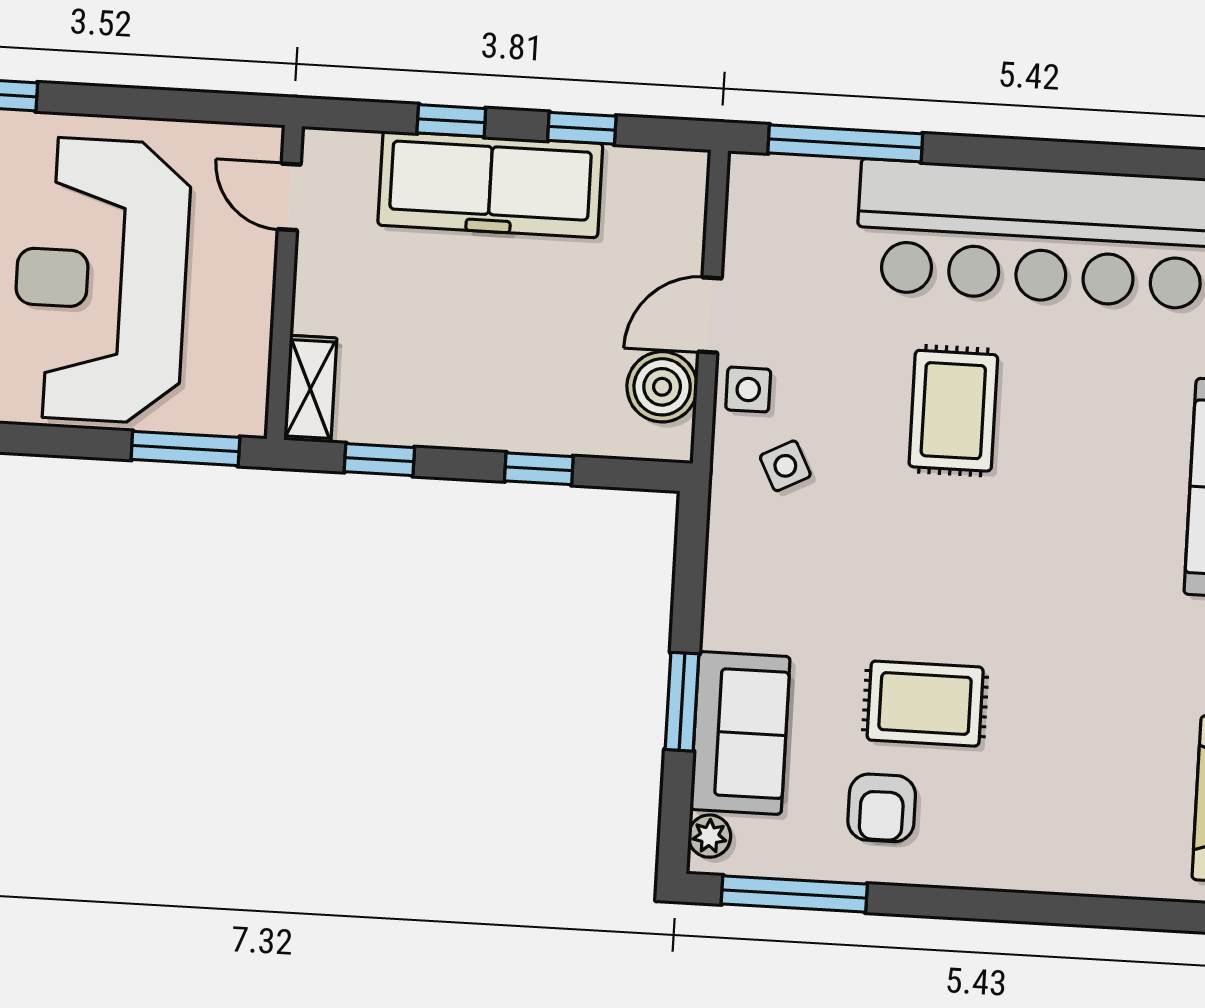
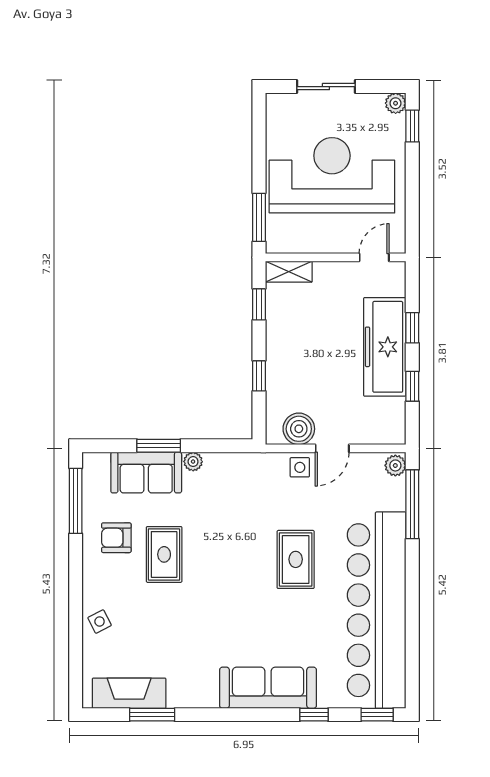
plant: (756, 176) -> (395, 465), added
door: (710, 315) -> (332, 448), swing flipped
rug: (953, 411) -> (296, 559), turned 90
side table: (785, 466) -> (100, 621), moved
plant: (710, 836) -> (193, 462), moved

